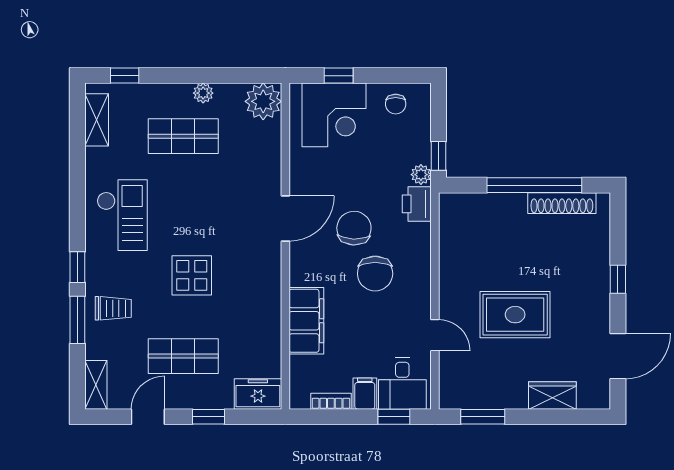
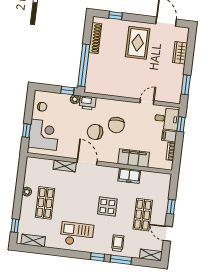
plant: (263, 101) -> (34, 165), removed
shelving: (270, 170) -> (65, 166), added
window: (534, 185) -> (84, 65), moved
chair: (375, 274) -> (116, 125), turned 90
window: (618, 279) -> (116, 15), moved
rug: (515, 315) -> (138, 43), moved
freezer: (258, 394) -> (129, 176), moved, turned -90

